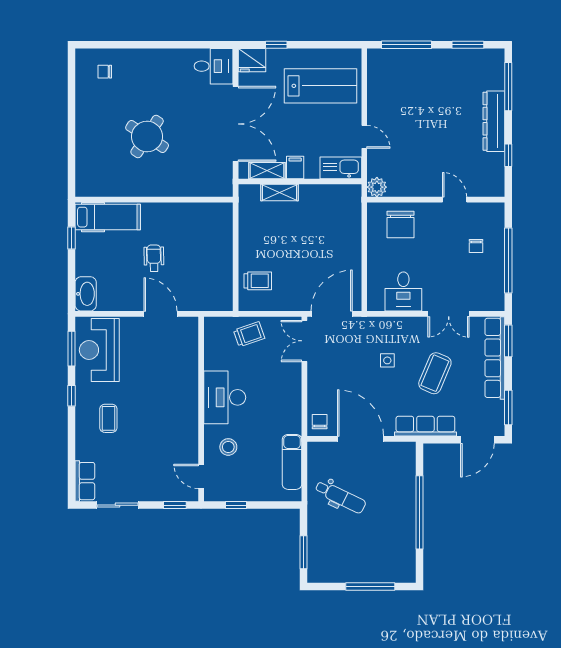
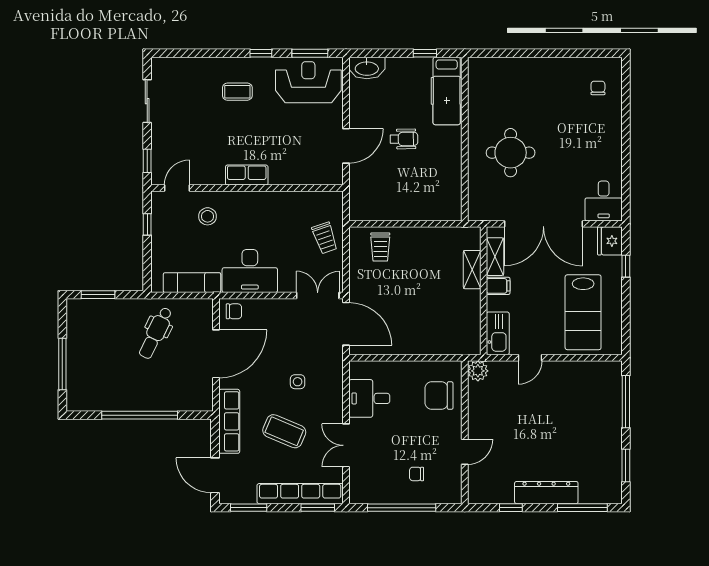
round table: (147, 137) -> (511, 153), moved, turned -33
desk: (225, 397) -> (250, 271), moved, turned 180
row of seats: (85, 481) -> (247, 175), moved, turned 180

